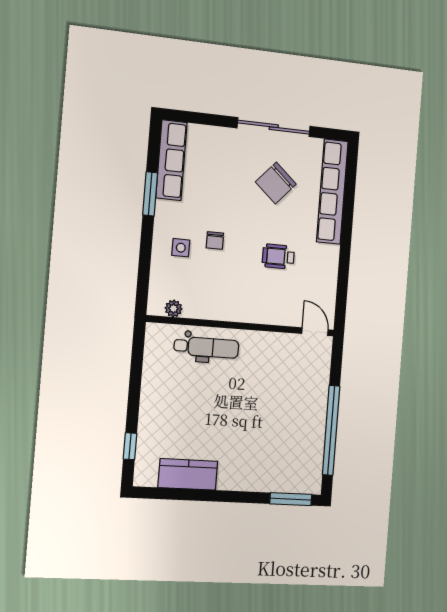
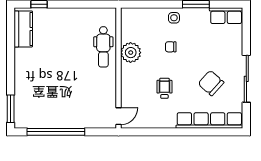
row of seats: (171, 160) -> (226, 16), width x0.68
side table: (181, 248) -> (174, 18), moved
plant: (173, 308) -> (131, 53), moved, width x1.88, depth x1.88
kitchen counter: (188, 474) -> (23, 29), moved

